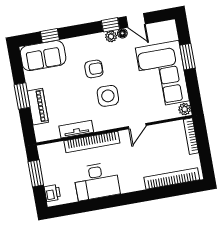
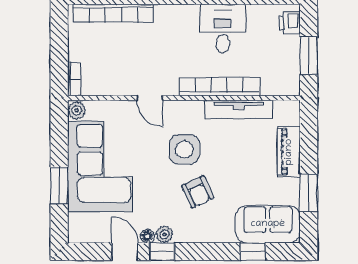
armchair: (94, 69) -> (198, 192), turned -115
window: (22, 96) -> (309, 193), moved
door: (137, 126) -> (150, 98), swing flipped
tv unit: (76, 129) -> (239, 109), width x1.41
bookcase: (191, 136) -> (74, 79), width x0.64
desk: (97, 181) -> (223, 29), width x0.73

